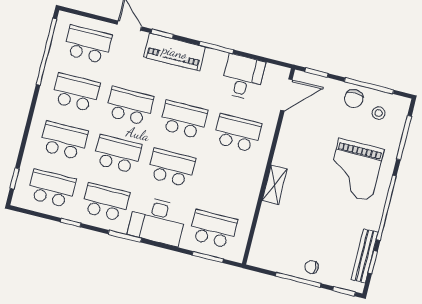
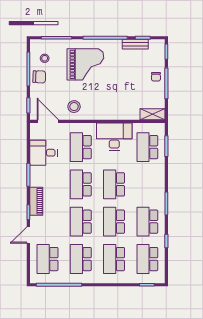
piano: (175, 52) -> (36, 201), width x0.73, depth x0.75
stool: (298, 138) -> (74, 107), added
shelving: (275, 185) -> (153, 114), moved
desk: (157, 221) -> (114, 137), moved, turned -90
bench: (364, 256) -> (135, 44), width x0.73

